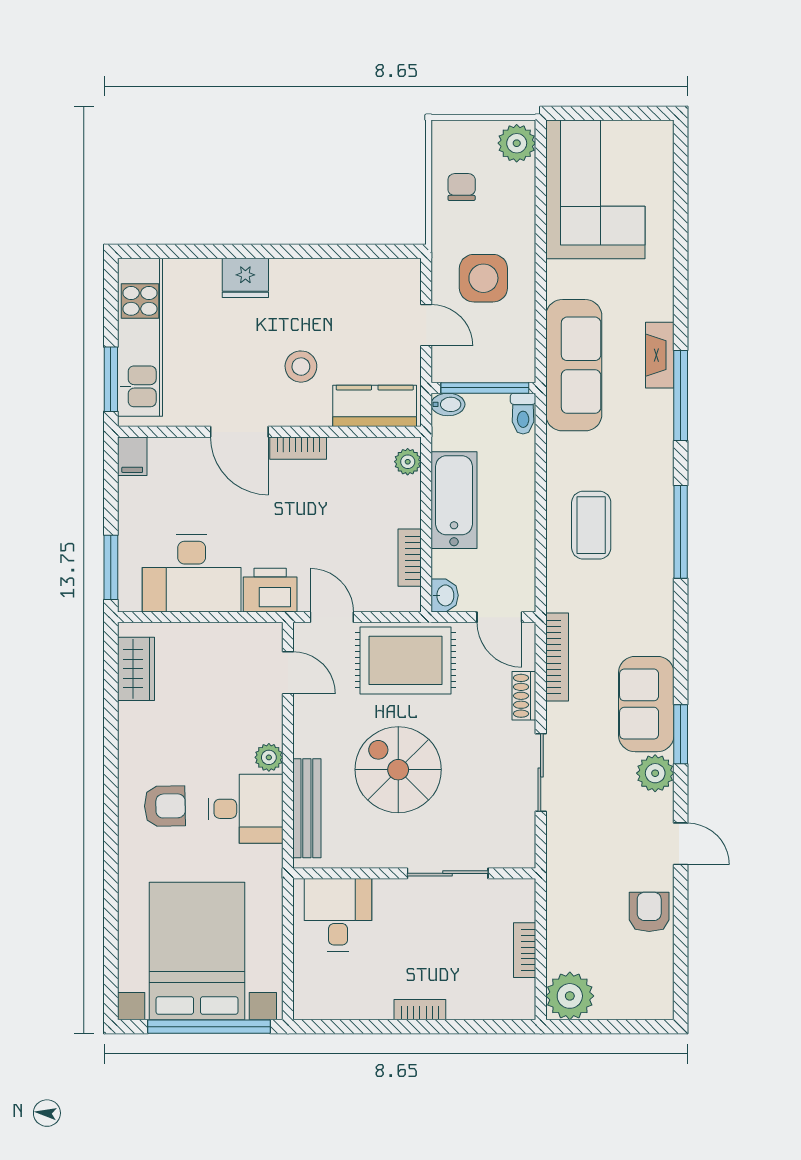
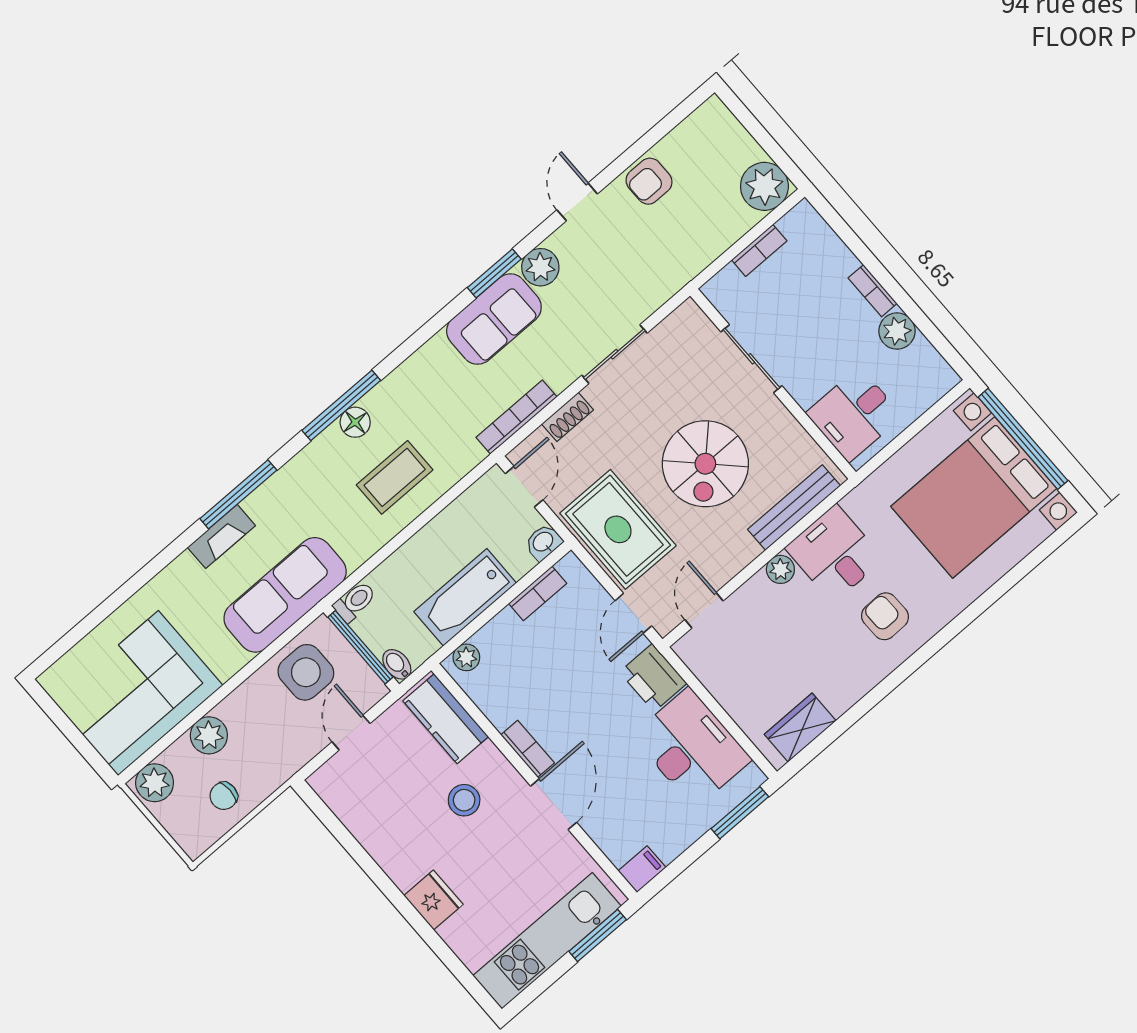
plant: (517, 215) -> (209, 735), added
side table: (483, 278) -> (306, 672), moved
floor lamp: (659, 531) -> (355, 422), added
plant: (373, 1002) -> (897, 331), added

